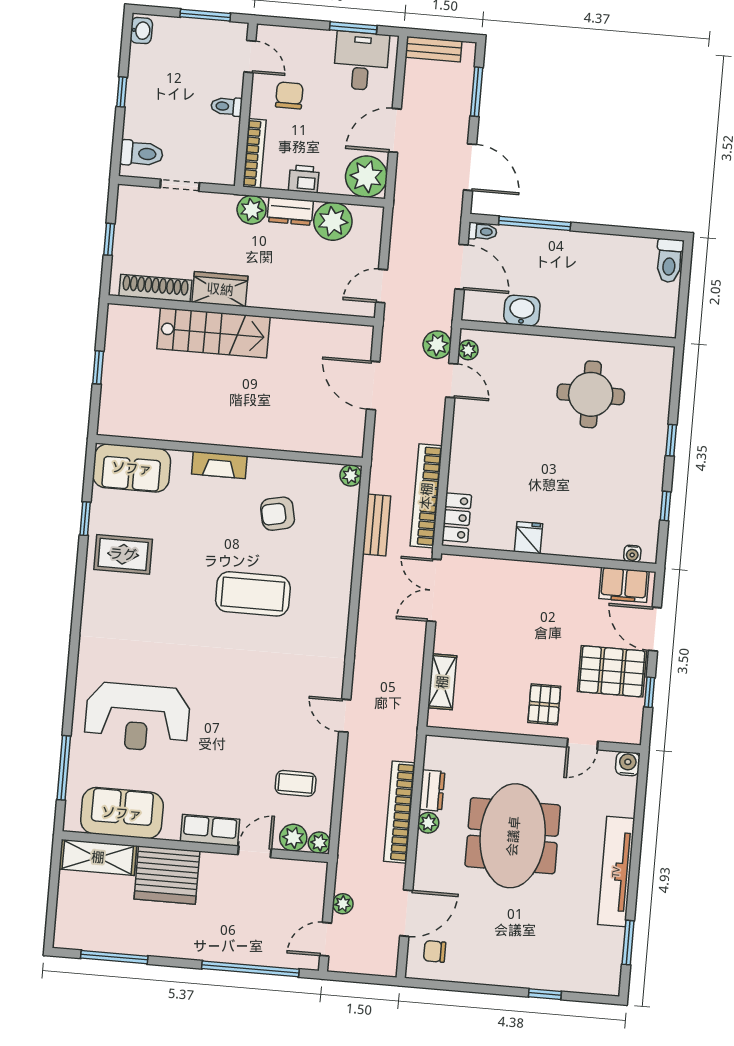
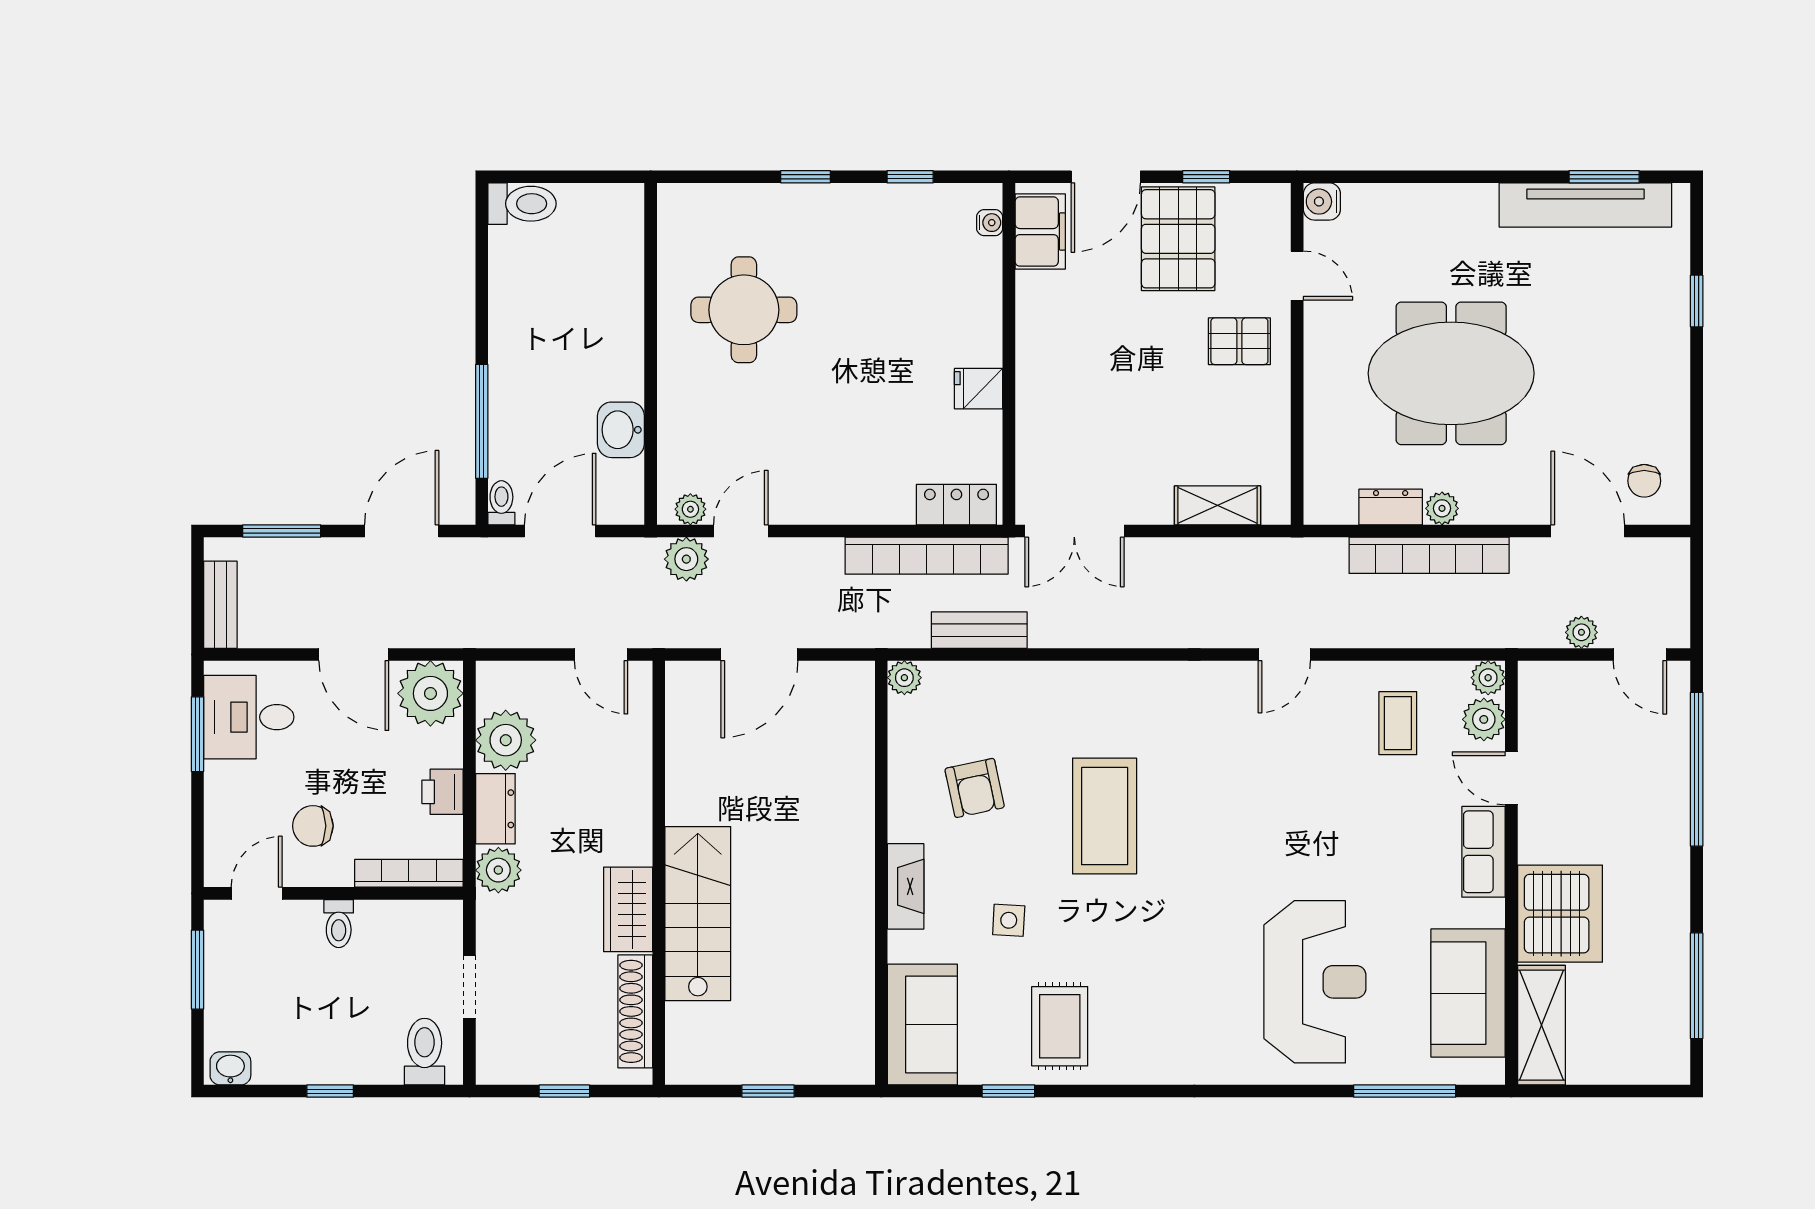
side table: (192, 528) -> (1009, 920), added
tv unit: (616, 872) -> (1585, 205), moved

